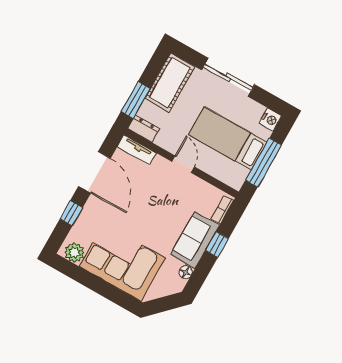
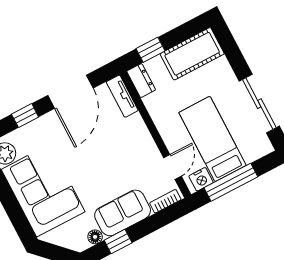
sliding door: (228, 77) -> (259, 104), moved
window: (136, 100) -> (151, 50), width x0.67
nightstand: (270, 120) -> (201, 179), moved
door: (183, 164) -> (172, 167), moved
window: (217, 245) -> (118, 242), moved

